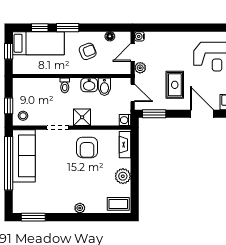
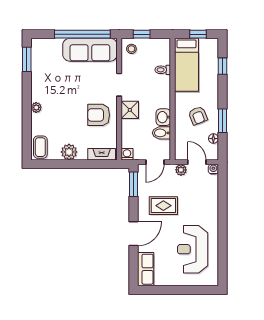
window: (68, 28) -> (222, 121), moved
bed: (38, 43) -> (187, 65), moved
toilet: (65, 85) -> (163, 70), moved

